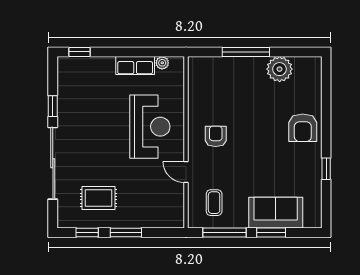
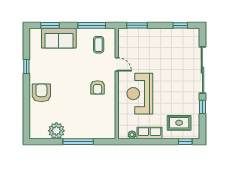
rug: (98, 198) -> (179, 123), moved
window: (126, 232) -> (137, 25), moved
window: (271, 232) -> (50, 25), moved

